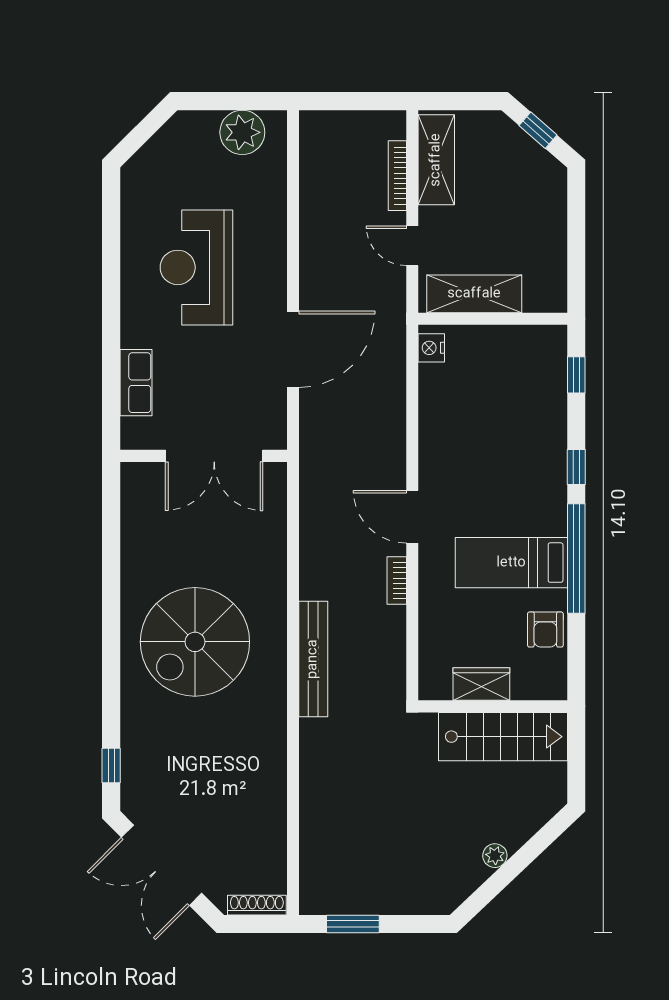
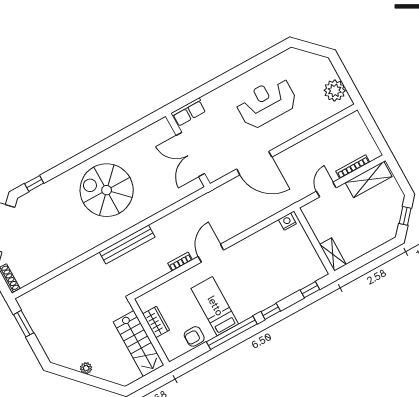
shelving: (474, 294) -> (333, 254), moved, width x0.67, depth x0.75
row of seats: (136, 383) -> (189, 112), moved

